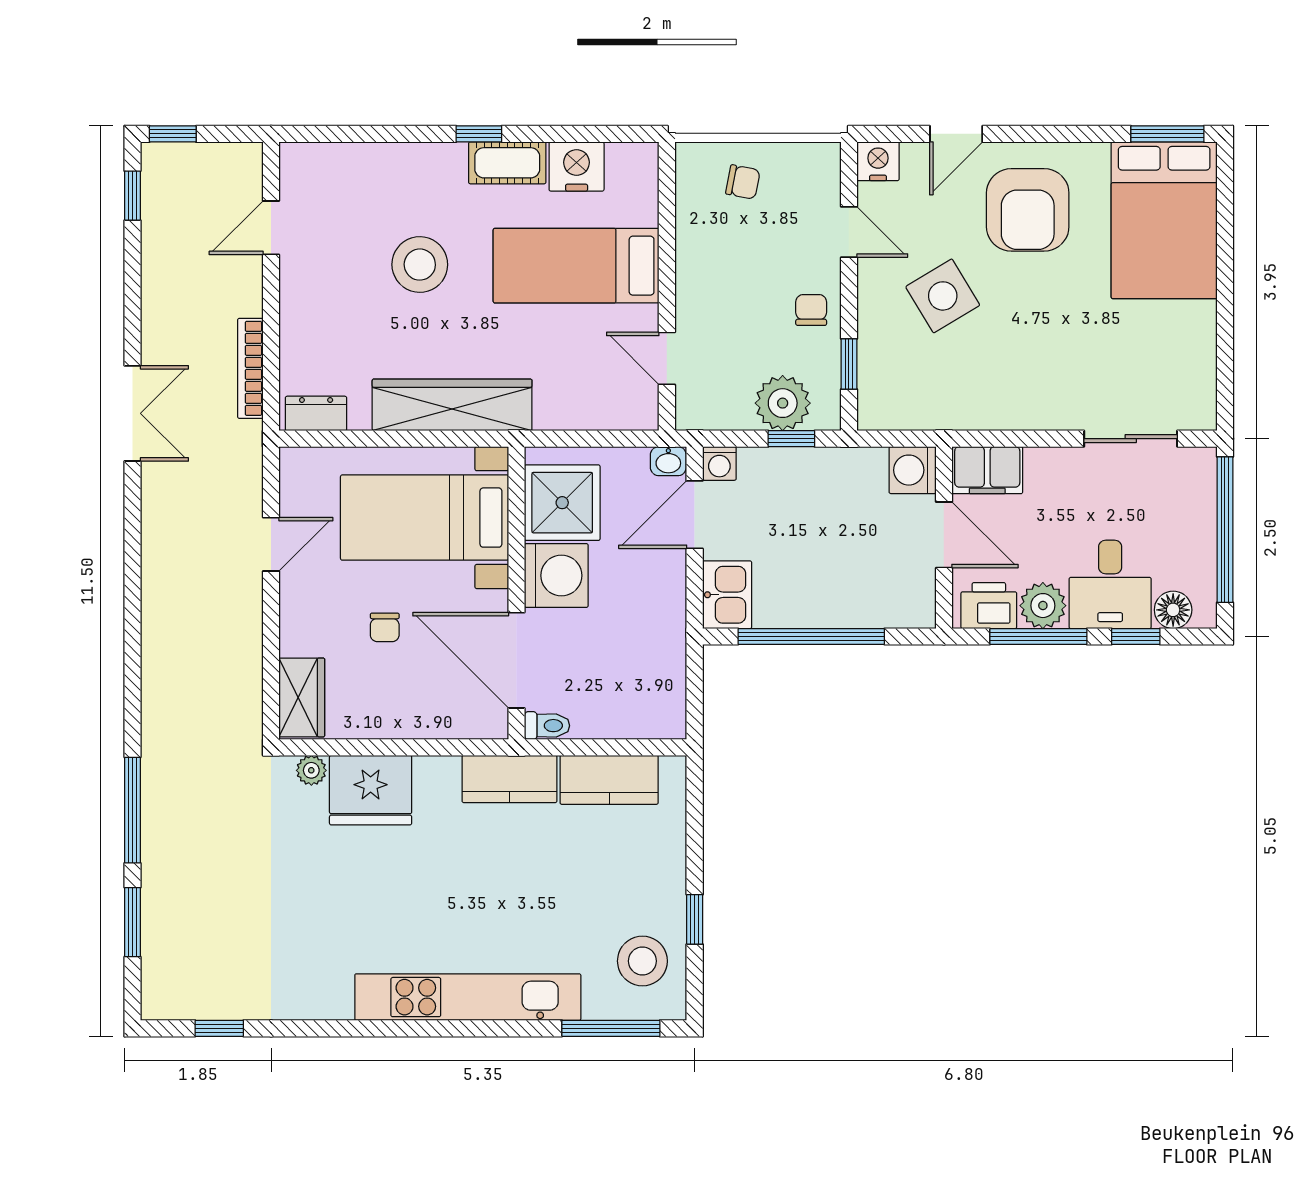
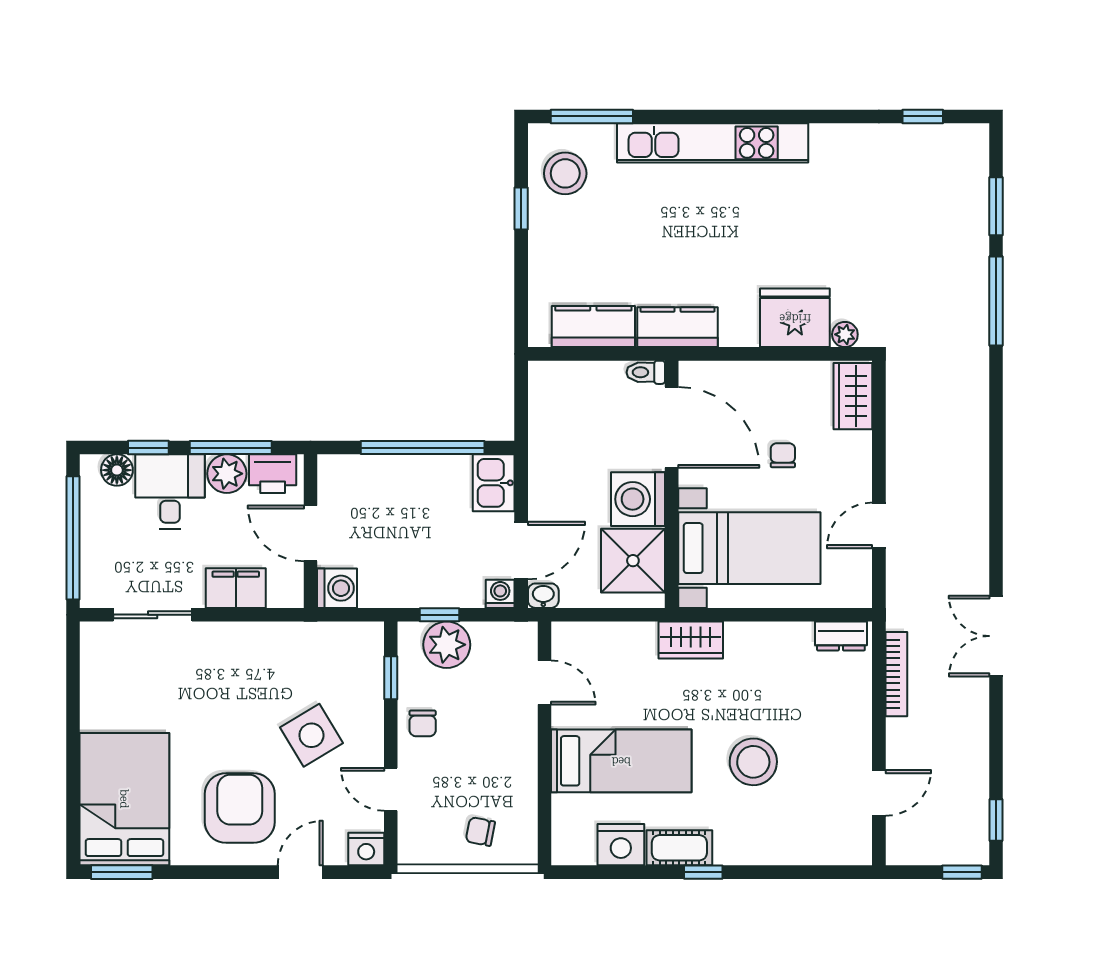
wardrobe: (452, 405) -> (691, 640), width x0.48, depth x0.85
filing cabinet: (987, 470) -> (236, 588), moved

